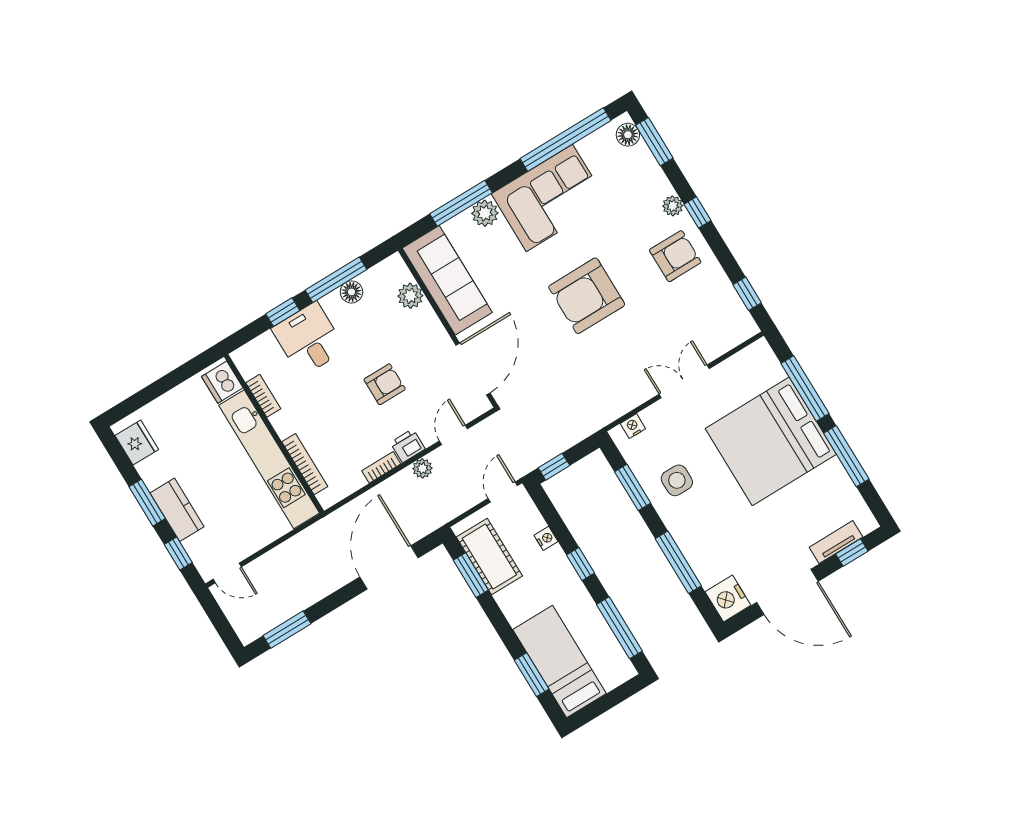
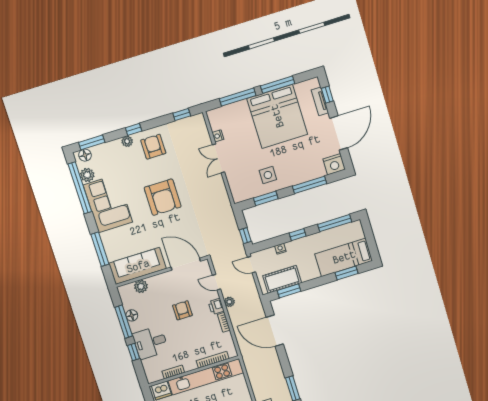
plant: (485, 213) -> (87, 175), moved
nightstand: (633, 426) -> (218, 136), moved
bed: (771, 441) -> (277, 116), moved

